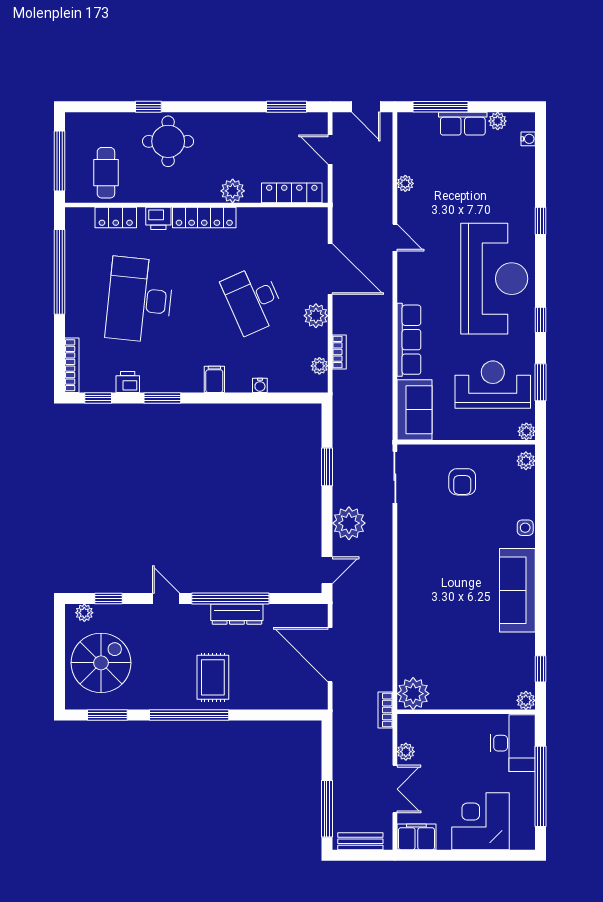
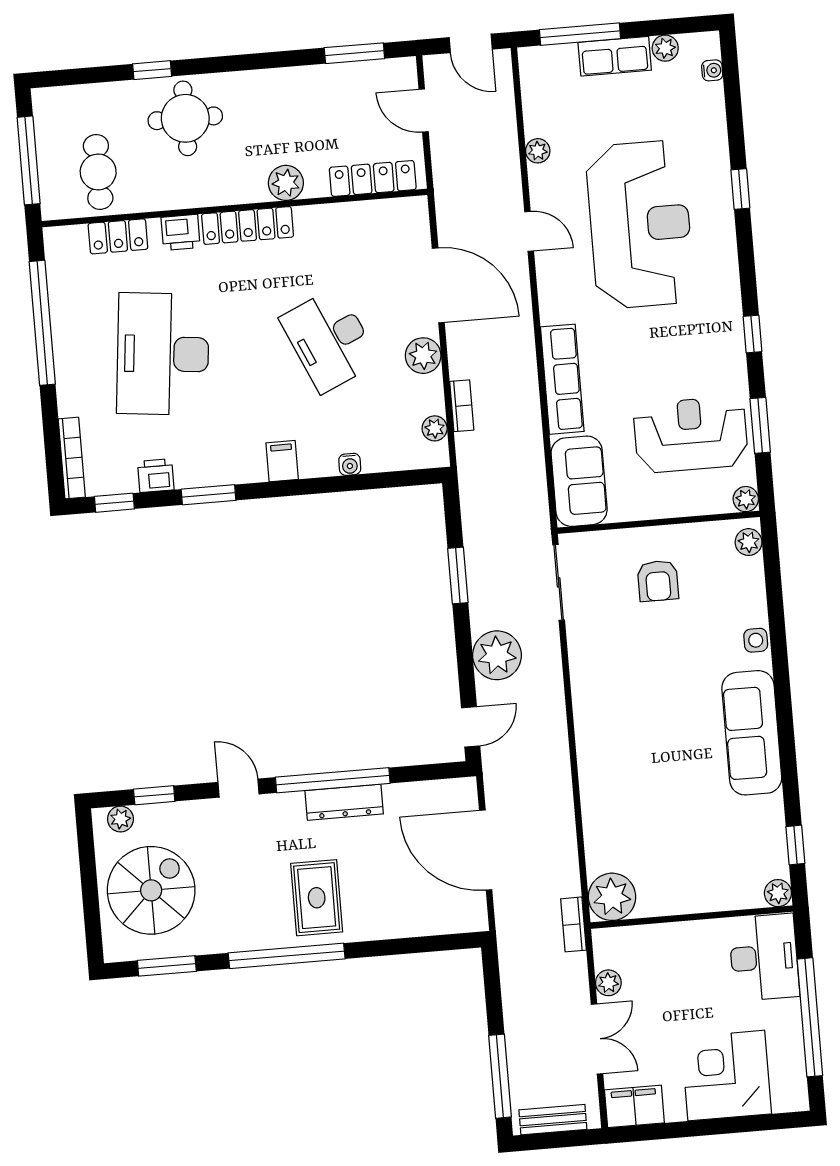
reception desk: (494, 279) -> (640, 224), moved

